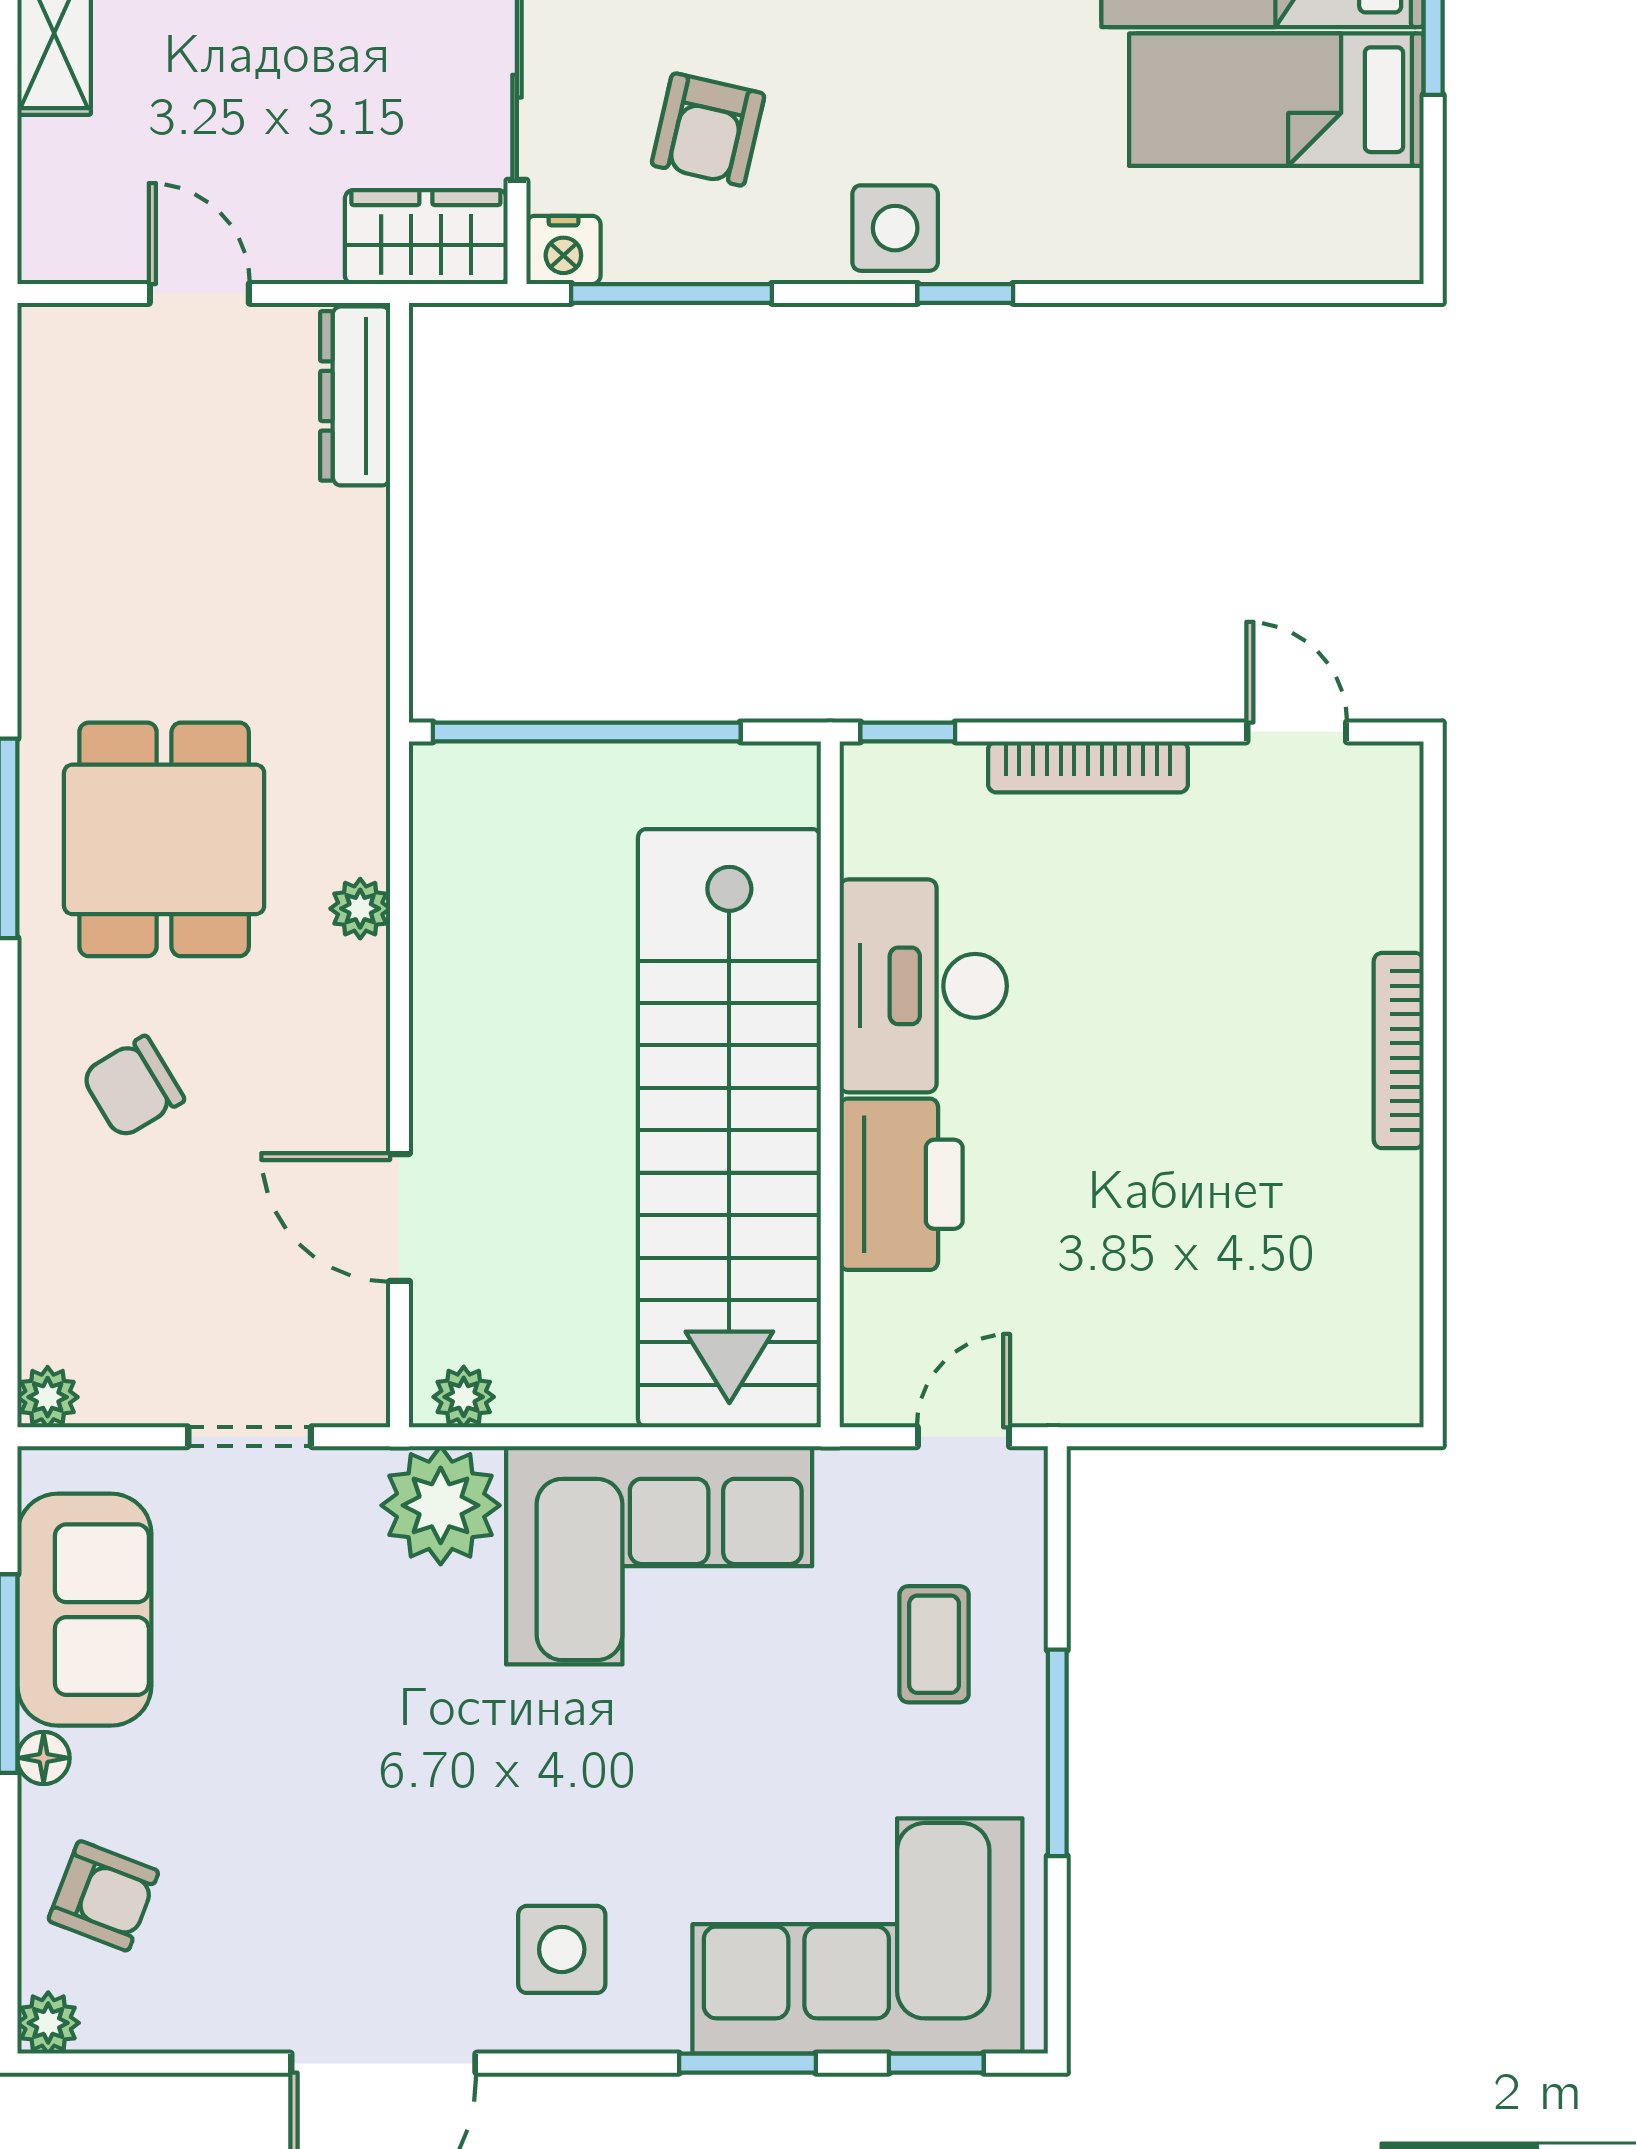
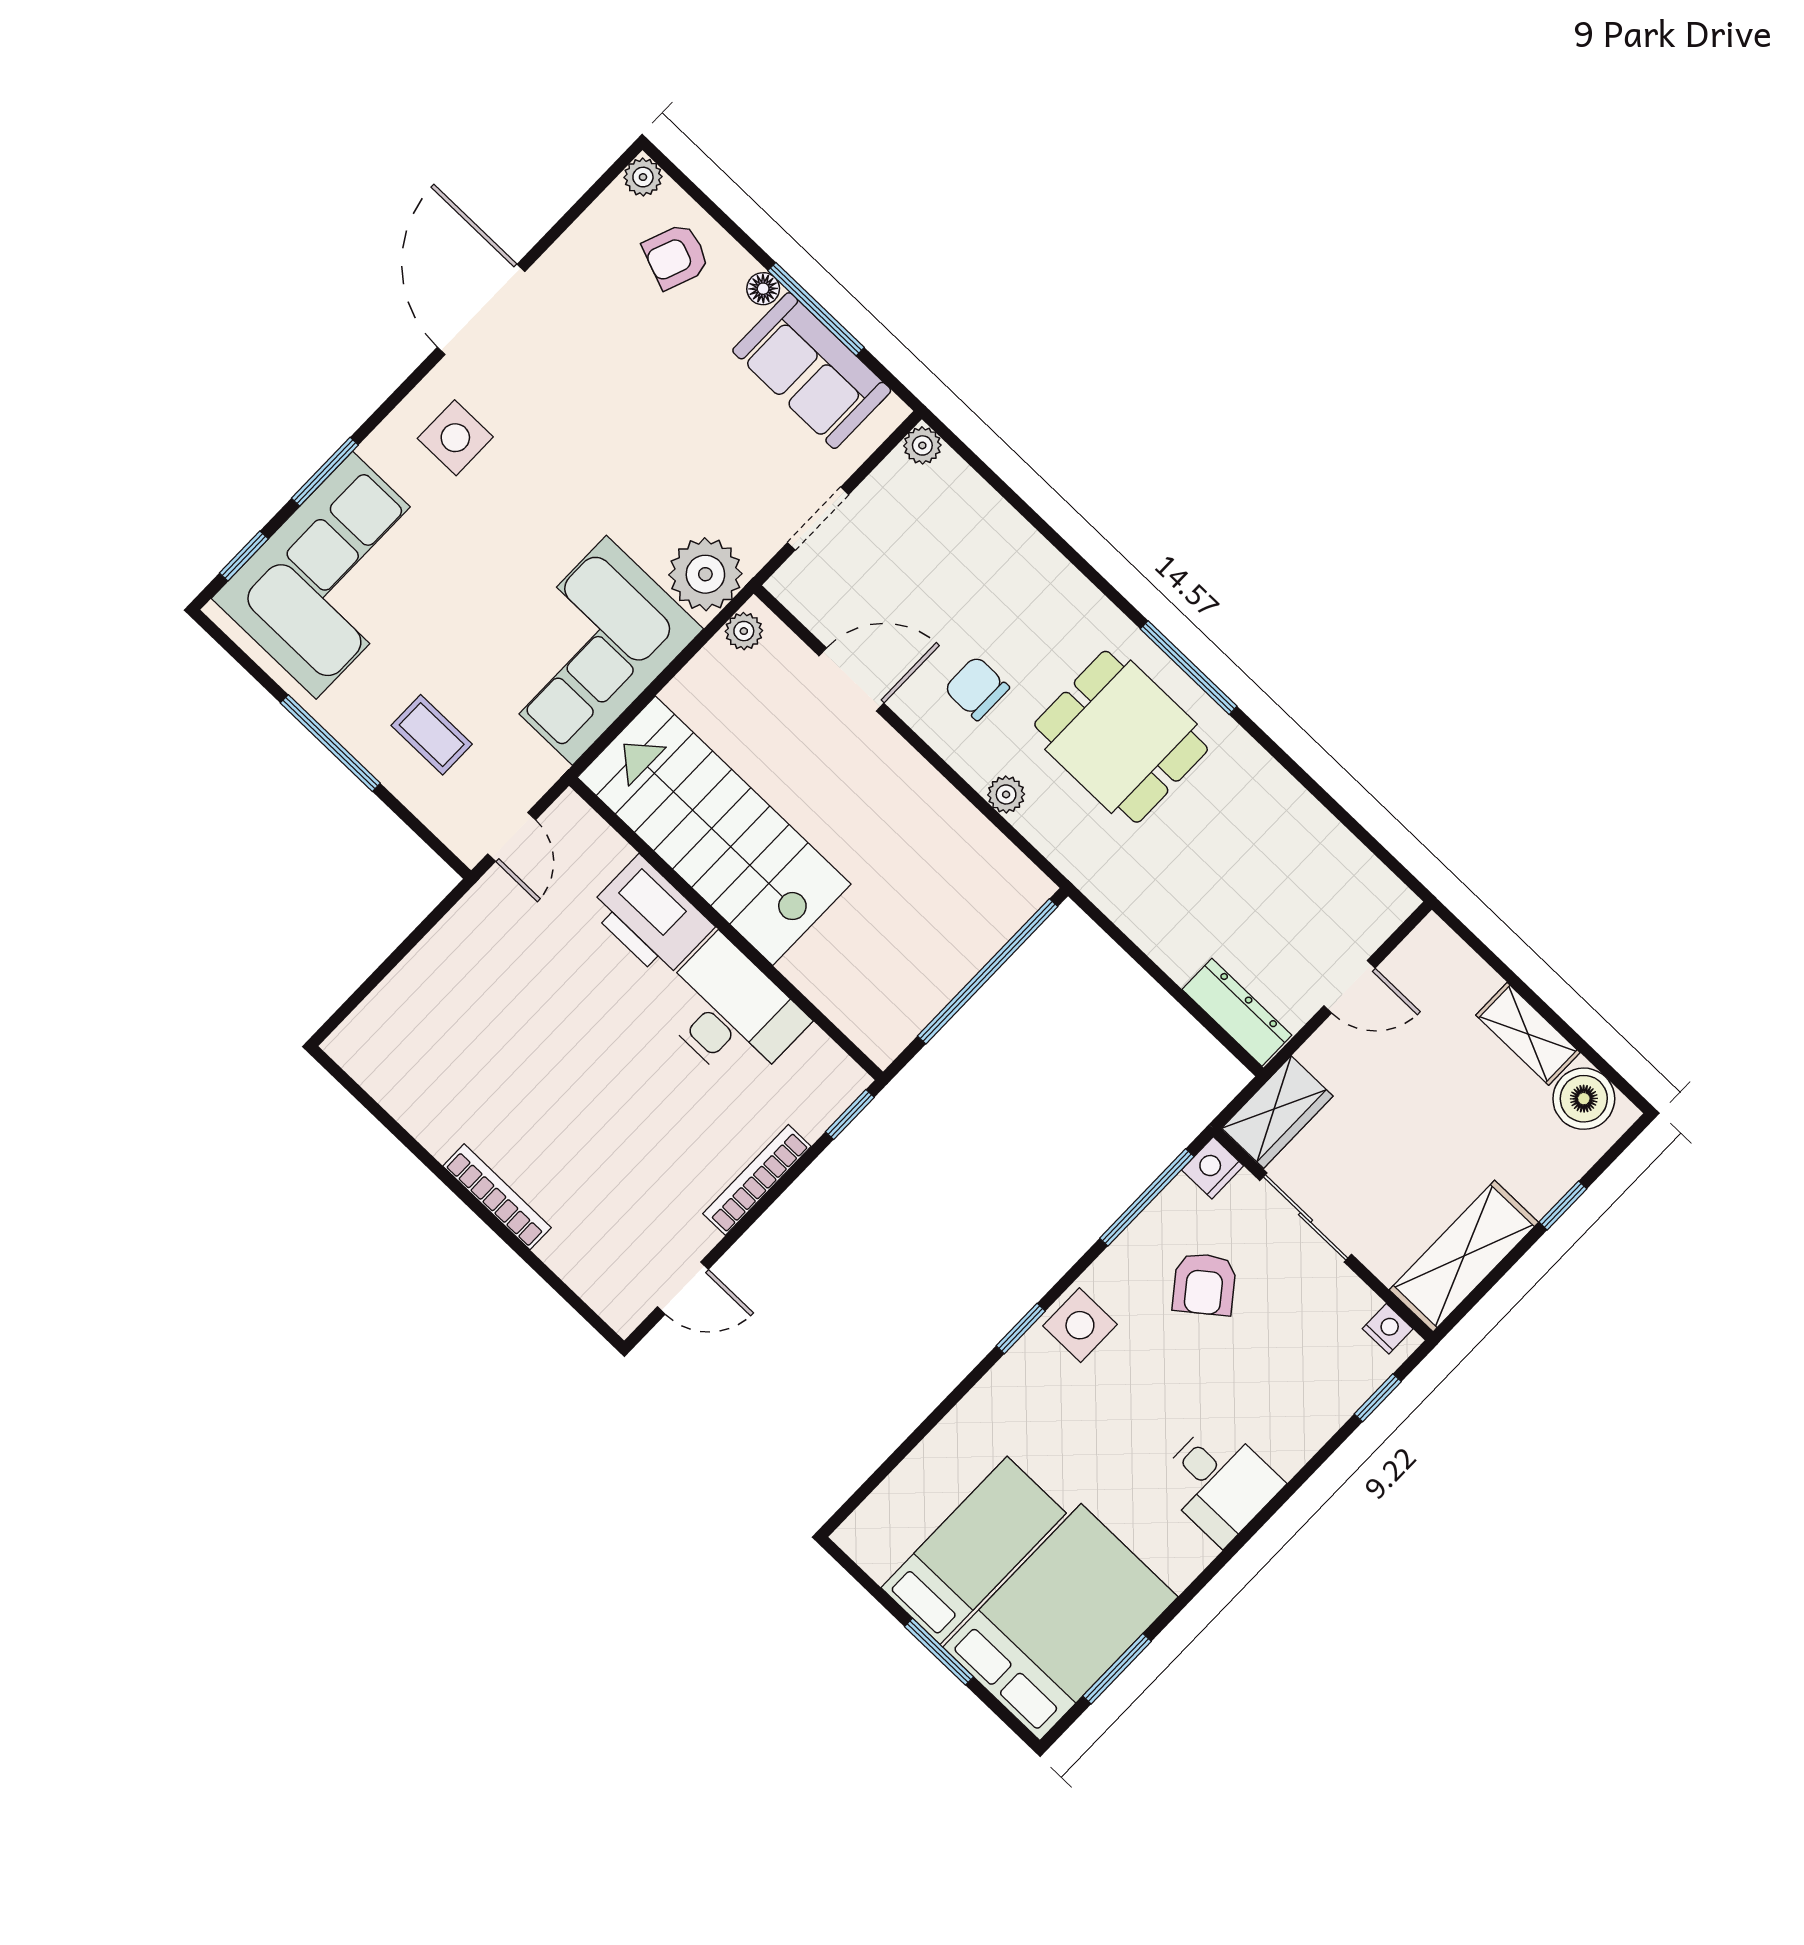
armchair: (708, 129) -> (1204, 1284), turned -141
chair: (133, 1087) -> (977, 688), moved, turned -59
stairs: (729, 1128) -> (714, 831), width x0.73

